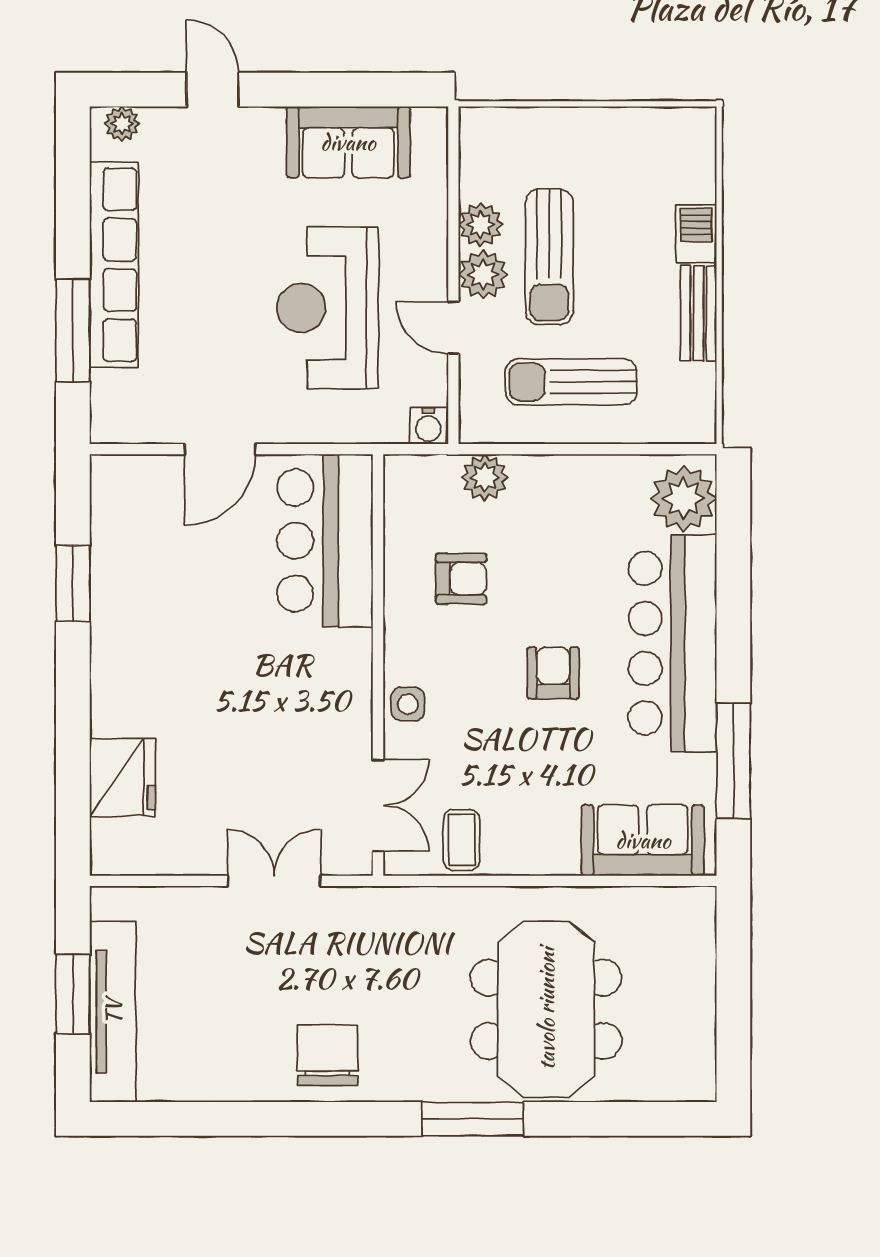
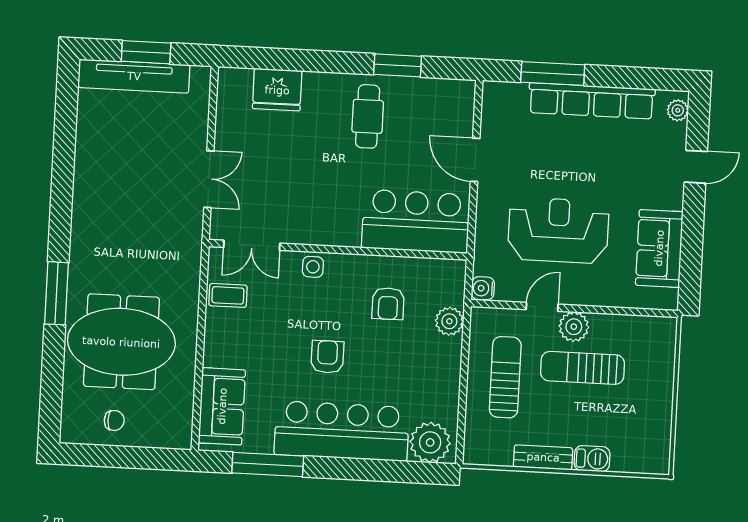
plant: (480, 225) -> (604, 327), removed
cafe table: (158, 628) -> (368, 116), added
armchair: (553, 673) -> (327, 357), turned -90
chair: (328, 1055) -> (114, 420), moved, width x0.54, depth x0.54

